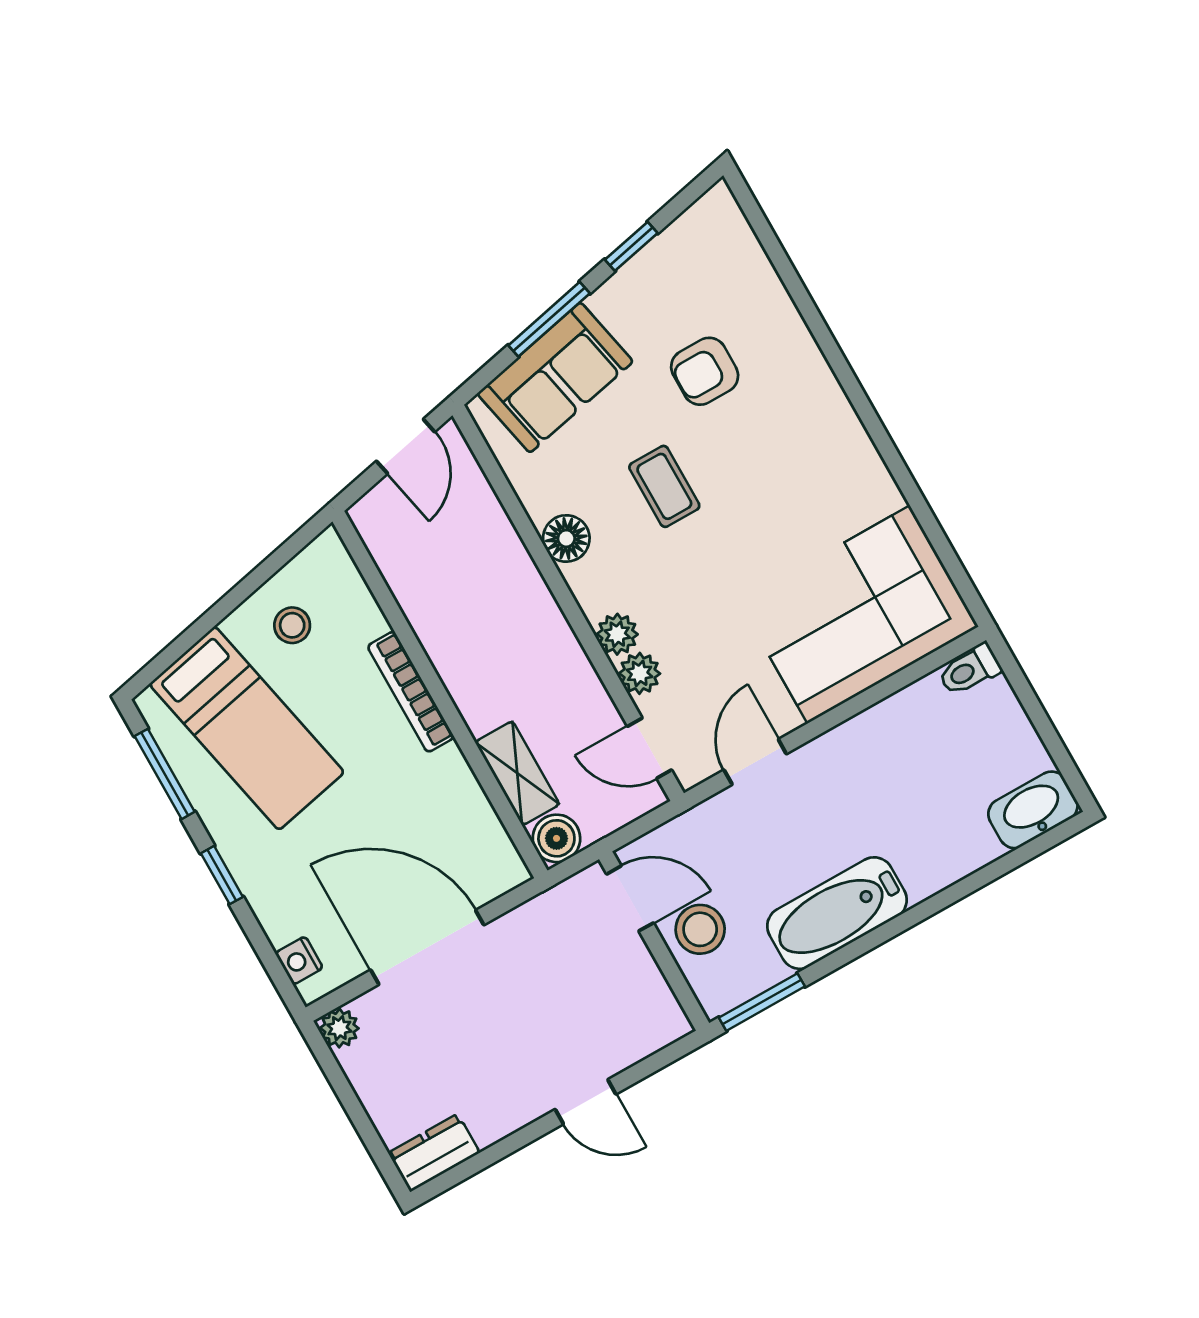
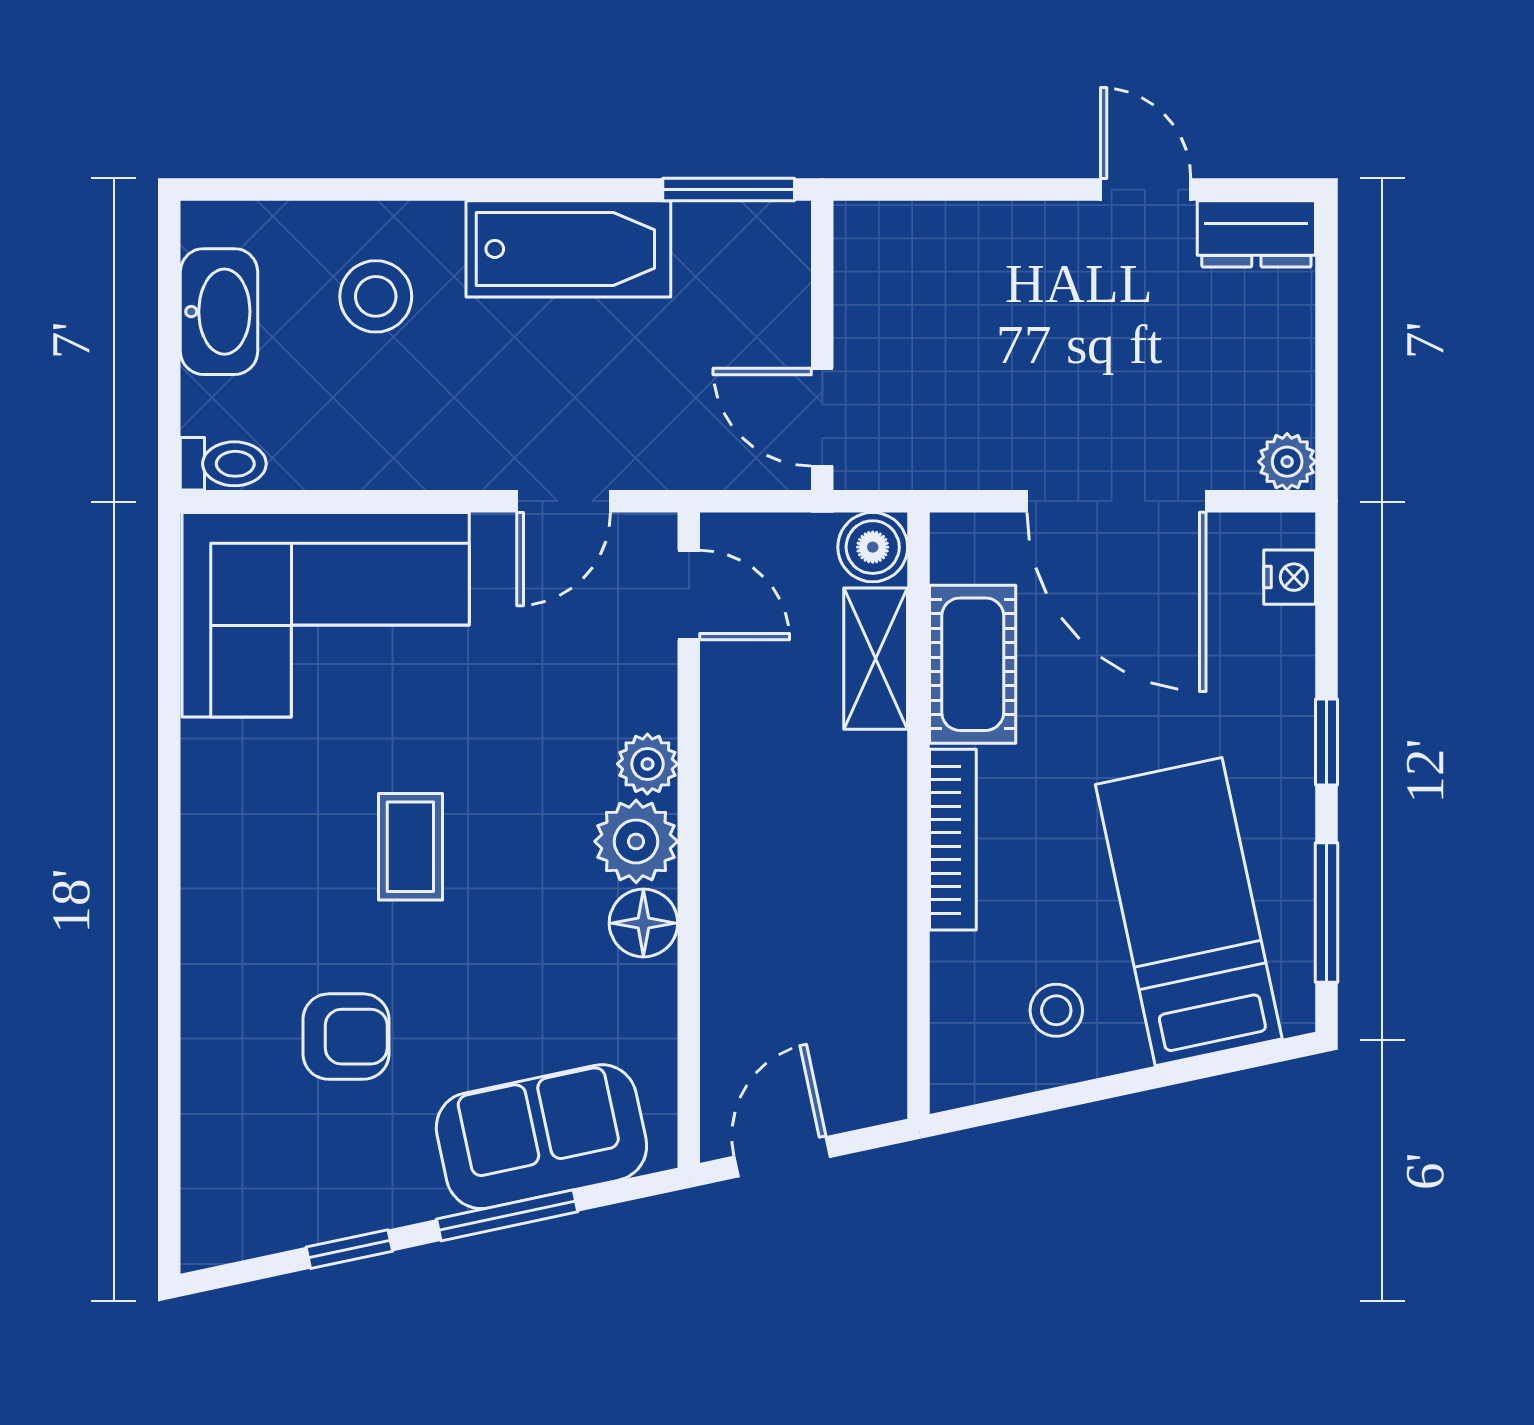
coffee table: (664, 486) -> (410, 847), moved
plant: (640, 673) -> (636, 841), moved, width x1.38, depth x1.38
cot: (458, 802) -> (973, 664), added
washbasin: (1033, 810) -> (219, 312), moved, turned -90
stool: (700, 929) -> (376, 296), moved
door: (586, 1102) -> (1146, 190), moved

